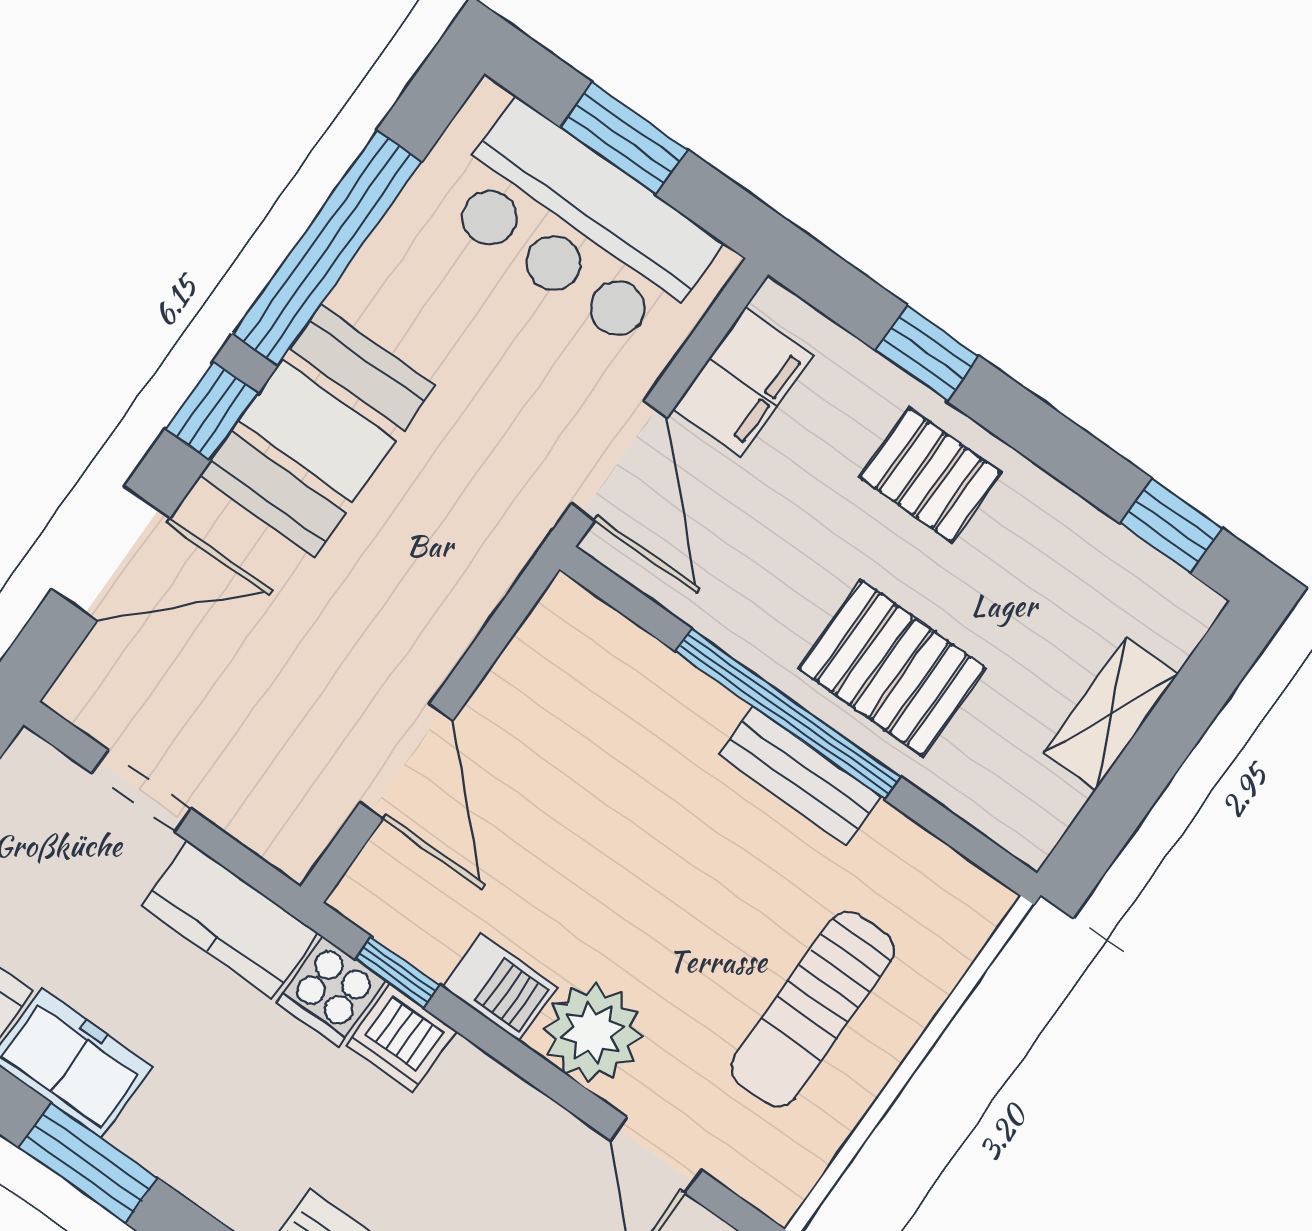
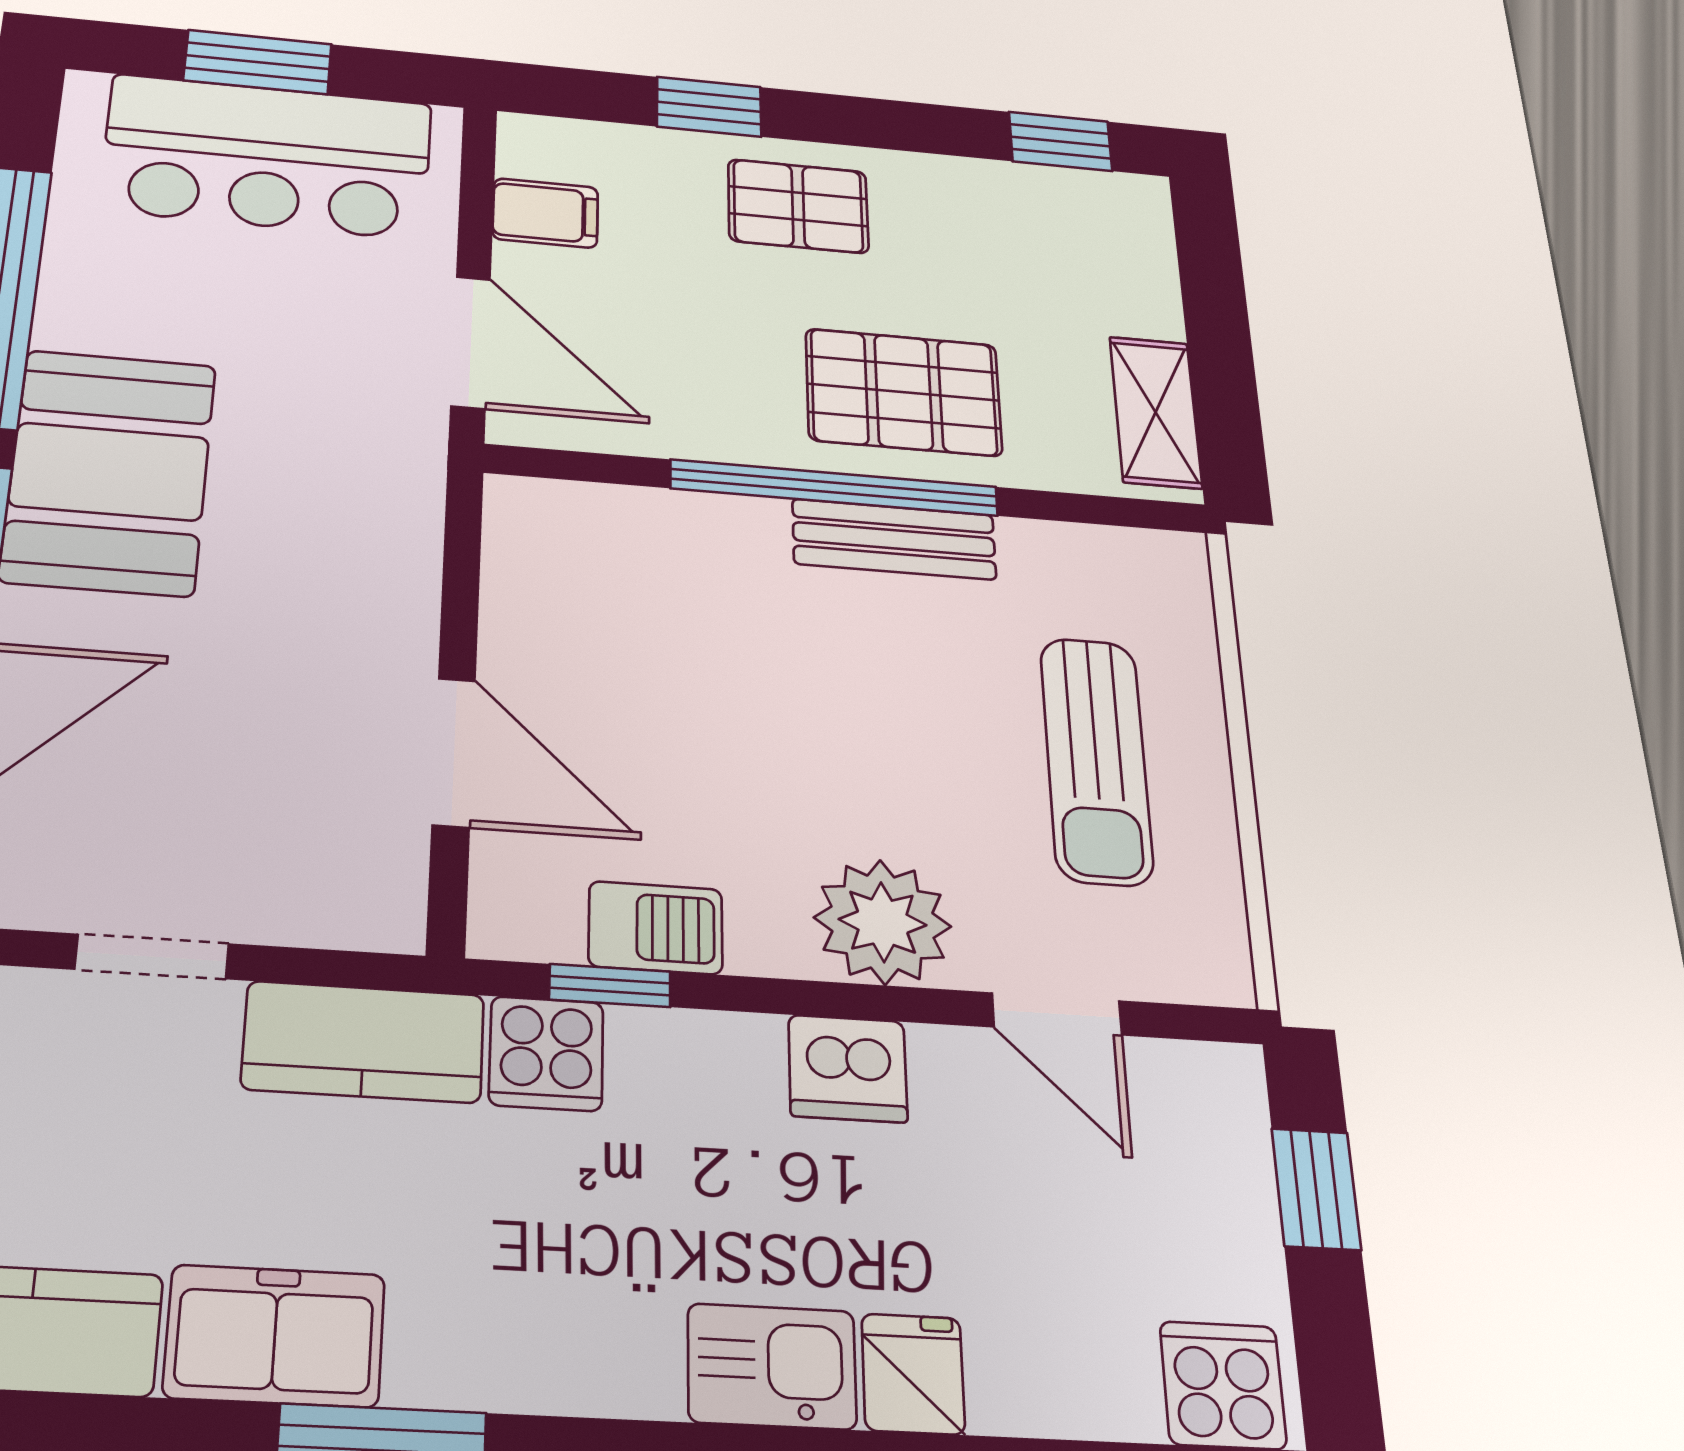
filing cabinet: (743, 382) -> (545, 213), width x0.50
shelving: (1111, 713) -> (1156, 412), moved
barbecue: (500, 987) -> (656, 928), moved
dishwasher: (401, 1038) -> (848, 1068), moved

